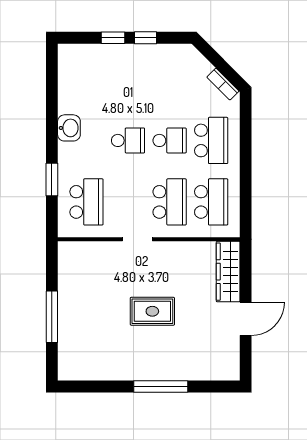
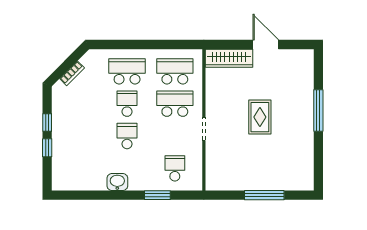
bookcase: (223, 84) -> (72, 73), moved
school desk: (86, 202) -> (175, 168), width x0.54

